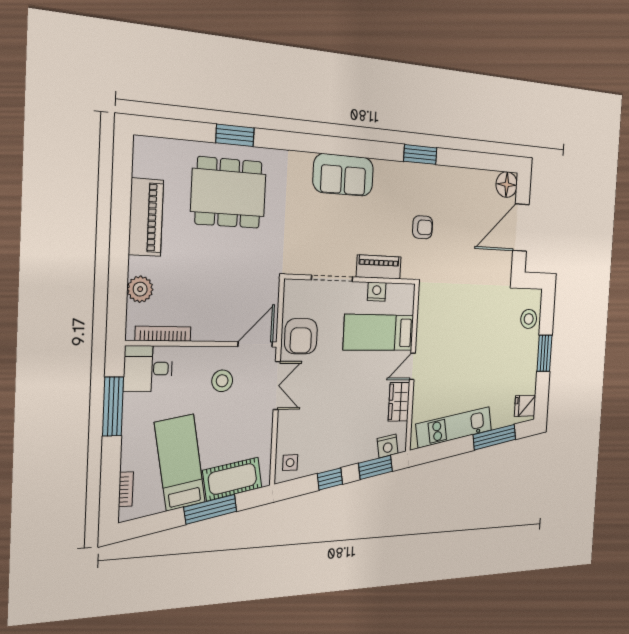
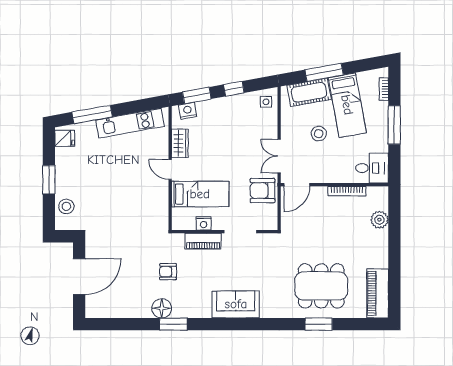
floor lamp: (507, 185) -> (162, 308), moved
piano: (146, 217) -> (378, 293), moved
bookcase: (163, 334) -> (347, 191), moved
armchair: (301, 336) -> (262, 191), turned -90
door: (412, 366) -> (170, 169), swing flipped
stool: (222, 381) -> (319, 134), moved
window: (113, 406) -> (394, 125), moved

